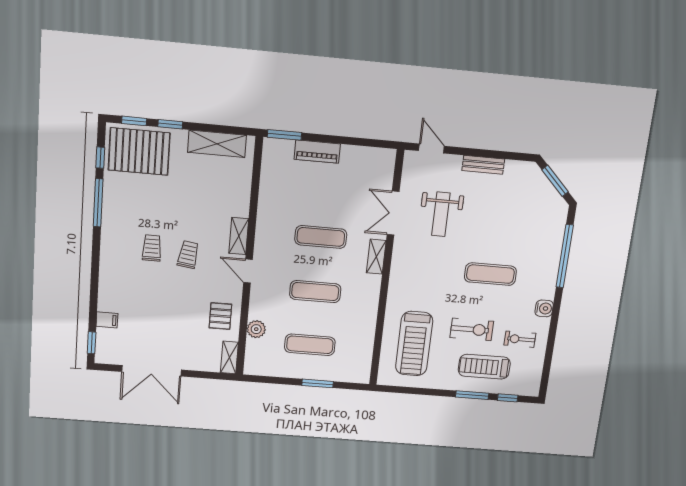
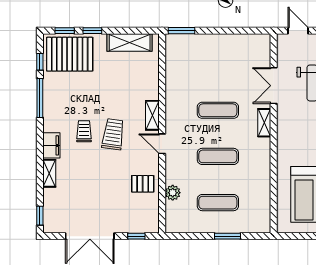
piano: (317, 152) -> (208, 41), removed
trolley: (188, 255) -> (113, 134), width x1.36, depth x1.39
pallet: (220, 316) -> (143, 184), turned 90
filing cabinet: (107, 320) -> (51, 145), moved, width x2.00
shelving: (229, 357) -> (49, 173), moved
window: (208, 375) -> (136, 236), added

